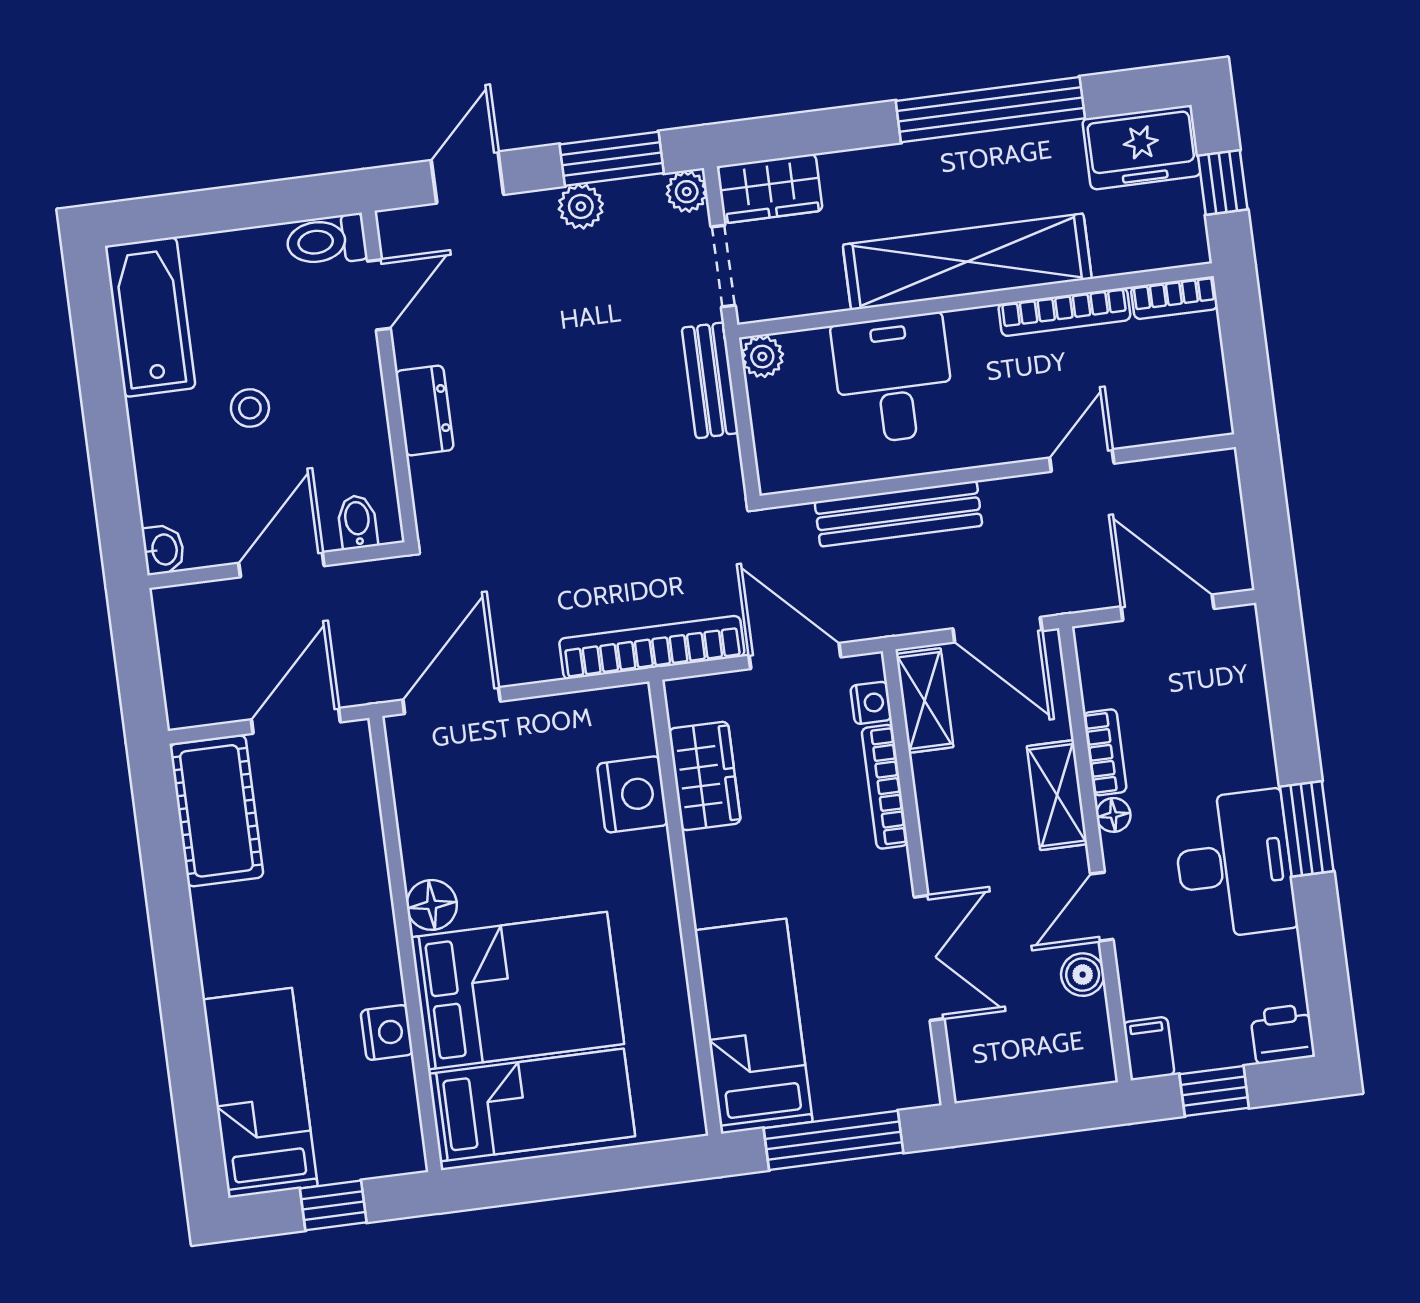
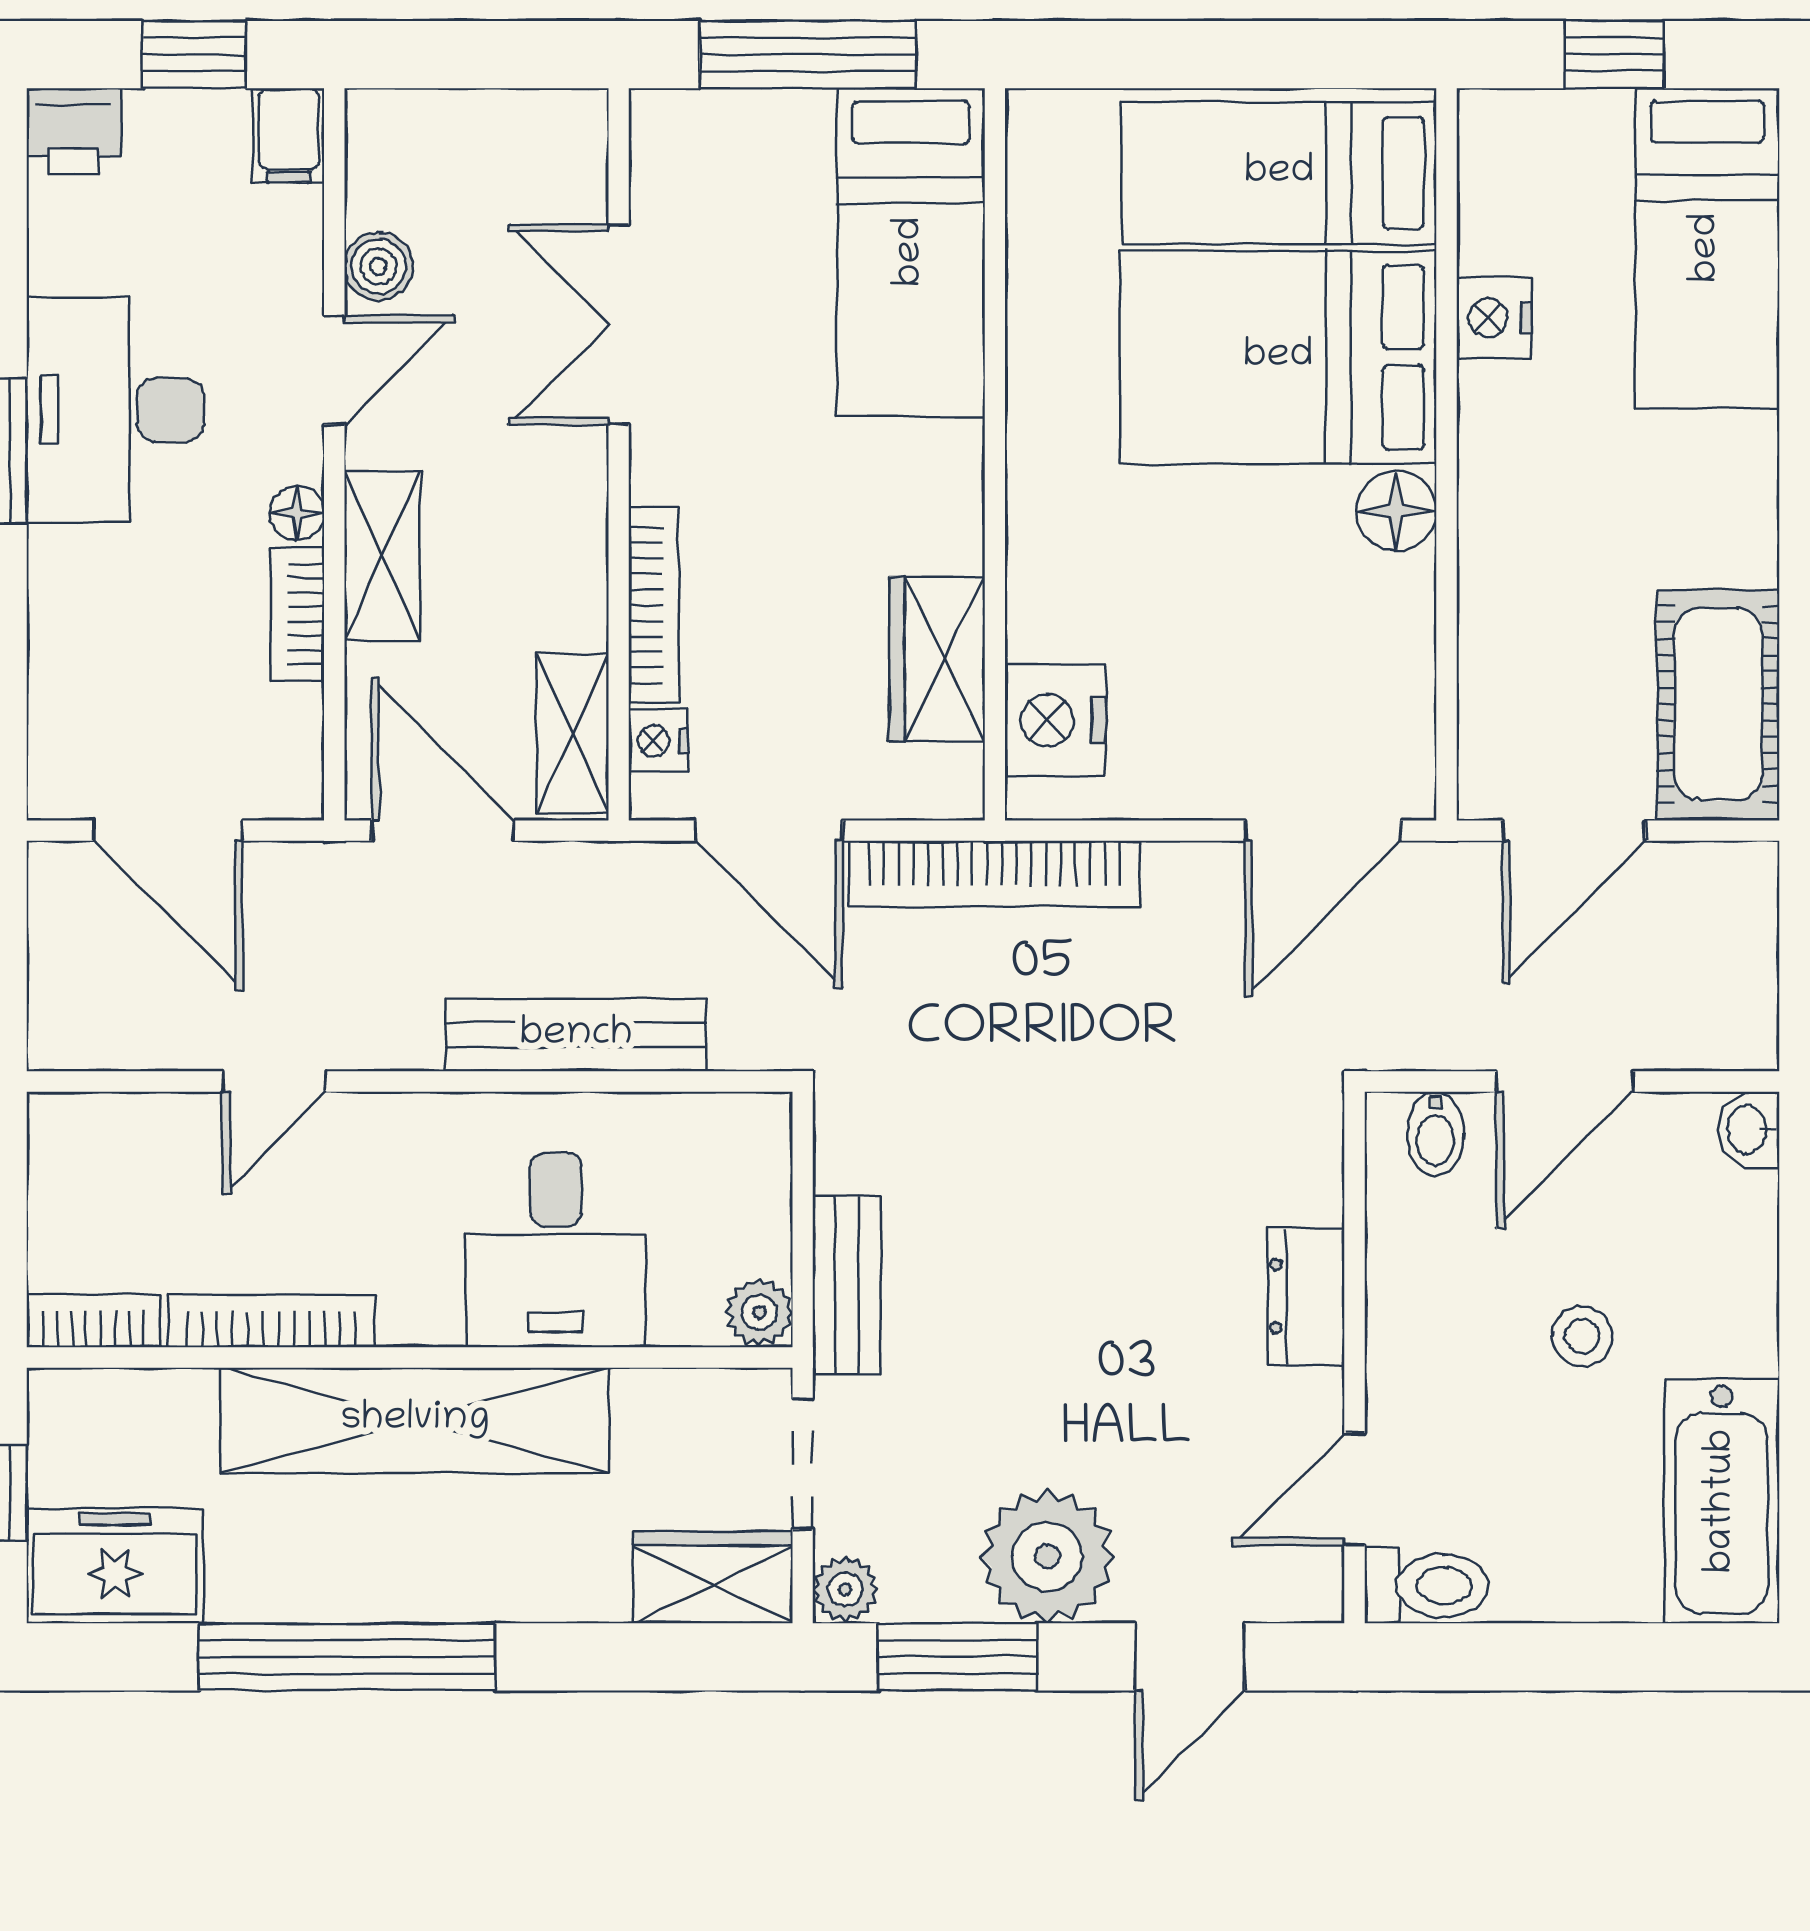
plant: (581, 206) -> (1047, 1556), width x1.87, depth x1.87
nightstand: (632, 794) -> (1055, 720), moved

